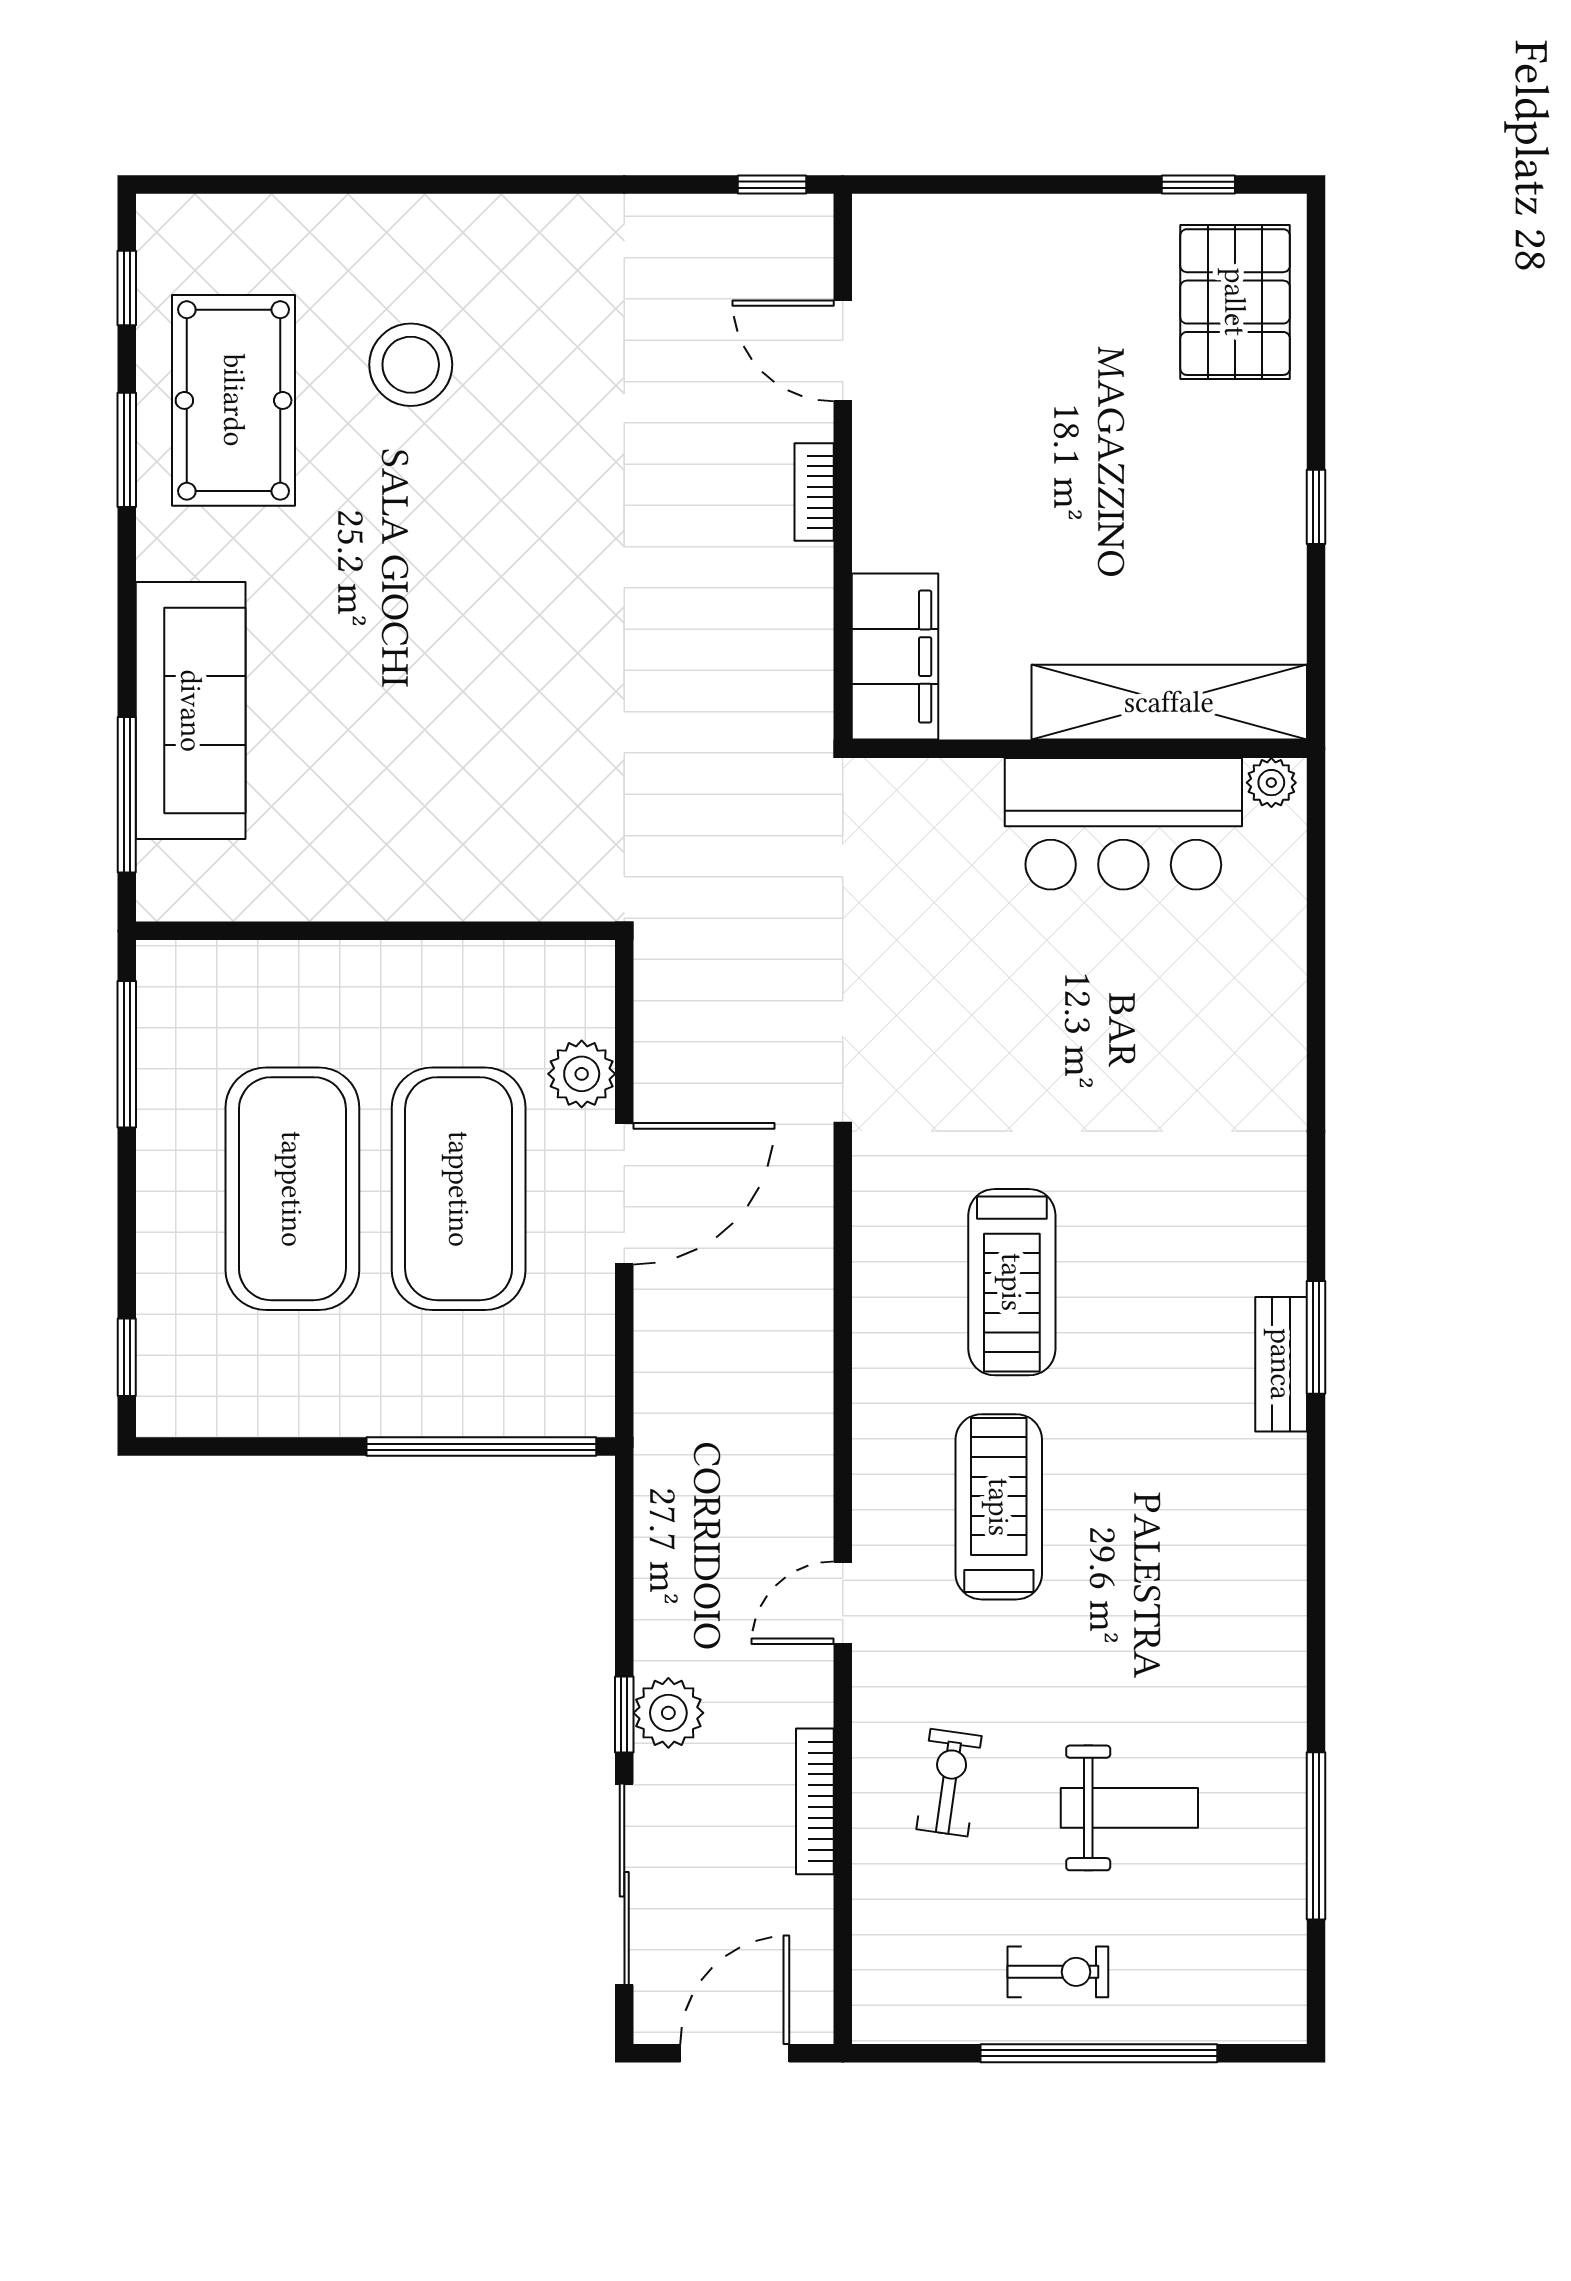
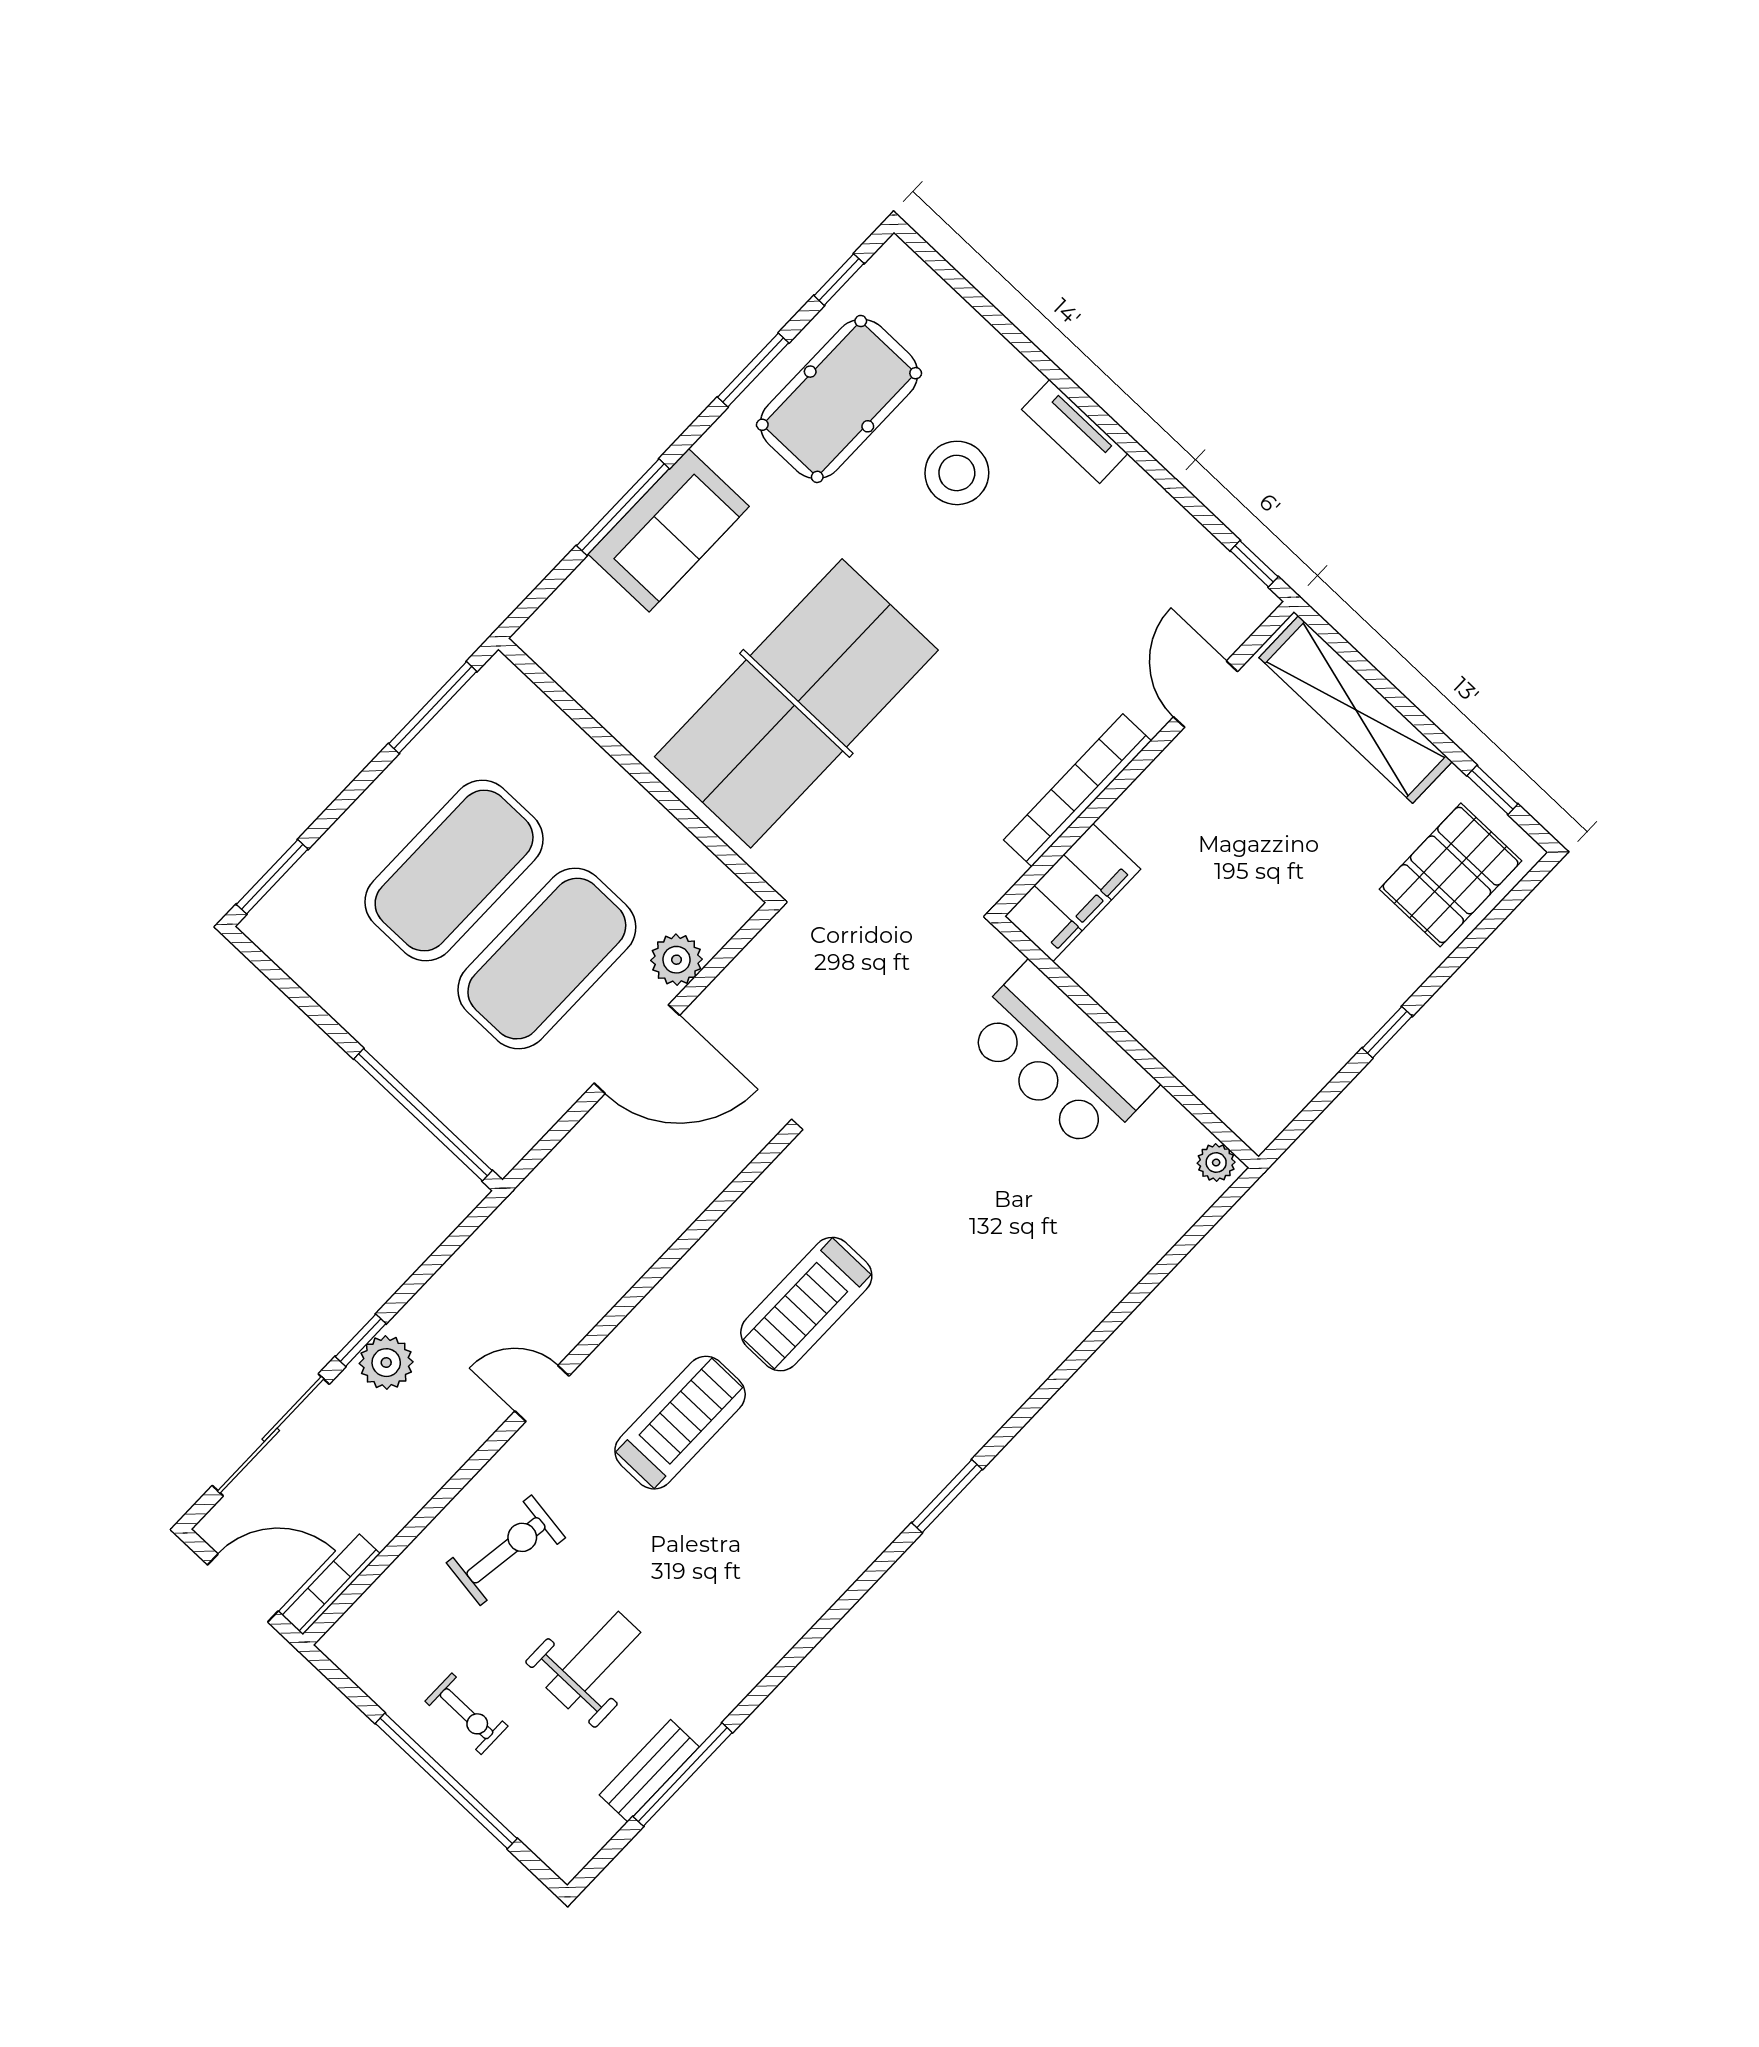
tv unit: (485, 220) -> (1075, 431), added
bookcase: (814, 492) -> (1077, 790), width x2.31, depth x1.31
shelving: (1169, 702) -> (1356, 710), moved
sofa: (191, 711) -> (669, 530), width x0.73
table tennis table: (466, 725) -> (796, 703), added
window: (127, 795) -> (623, 507), moved
bar counter: (1123, 824) -> (1060, 1058), moved
window: (127, 1357) -> (272, 877), width x1.50
bench: (1281, 1364) -> (649, 1771), moved
exercise bike: (949, 1783) -> (506, 1550), width x1.38, depth x1.39
bookcase: (815, 1801) -> (331, 1585), moved
weight bench: (1129, 1808) -> (593, 1660), turned -90

